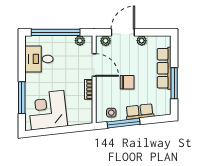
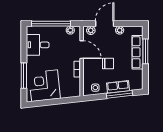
window: (174, 83) -> (145, 51), moved
window: (124, 123) -> (119, 94), moved

